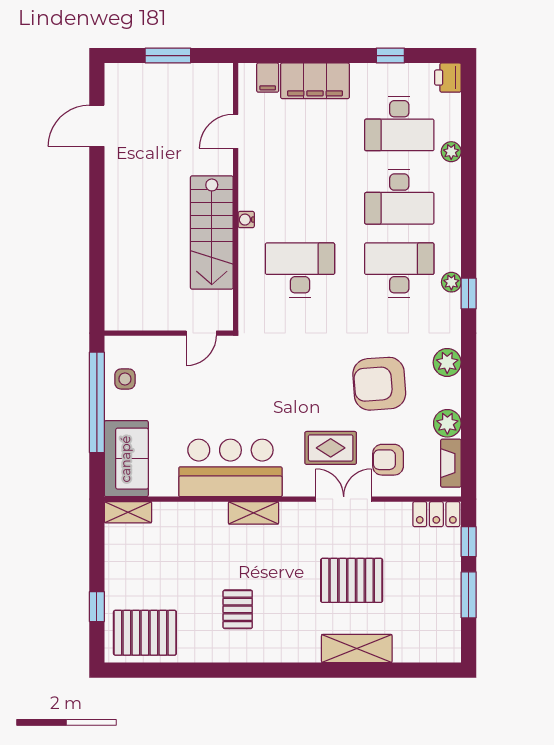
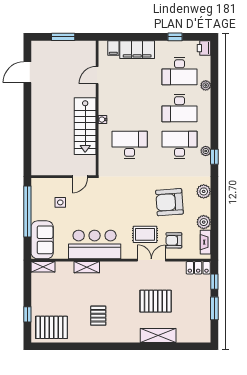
side table: (125, 379) -> (60, 202), moved
shelving: (253, 513) -> (87, 267), moved

